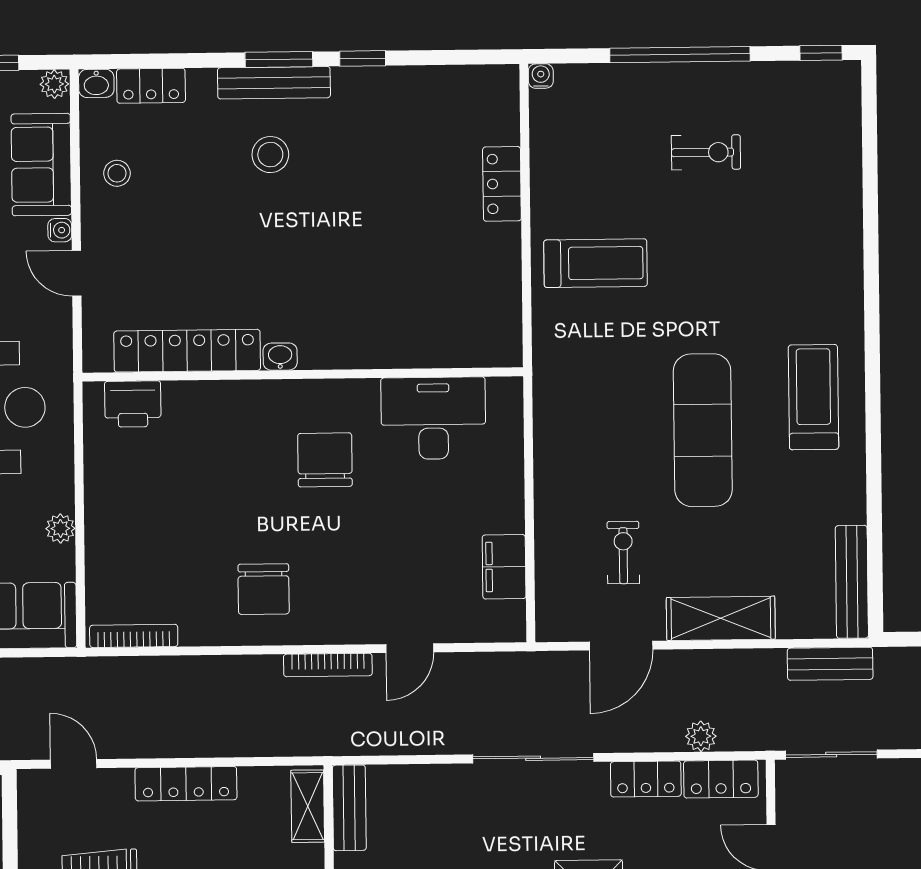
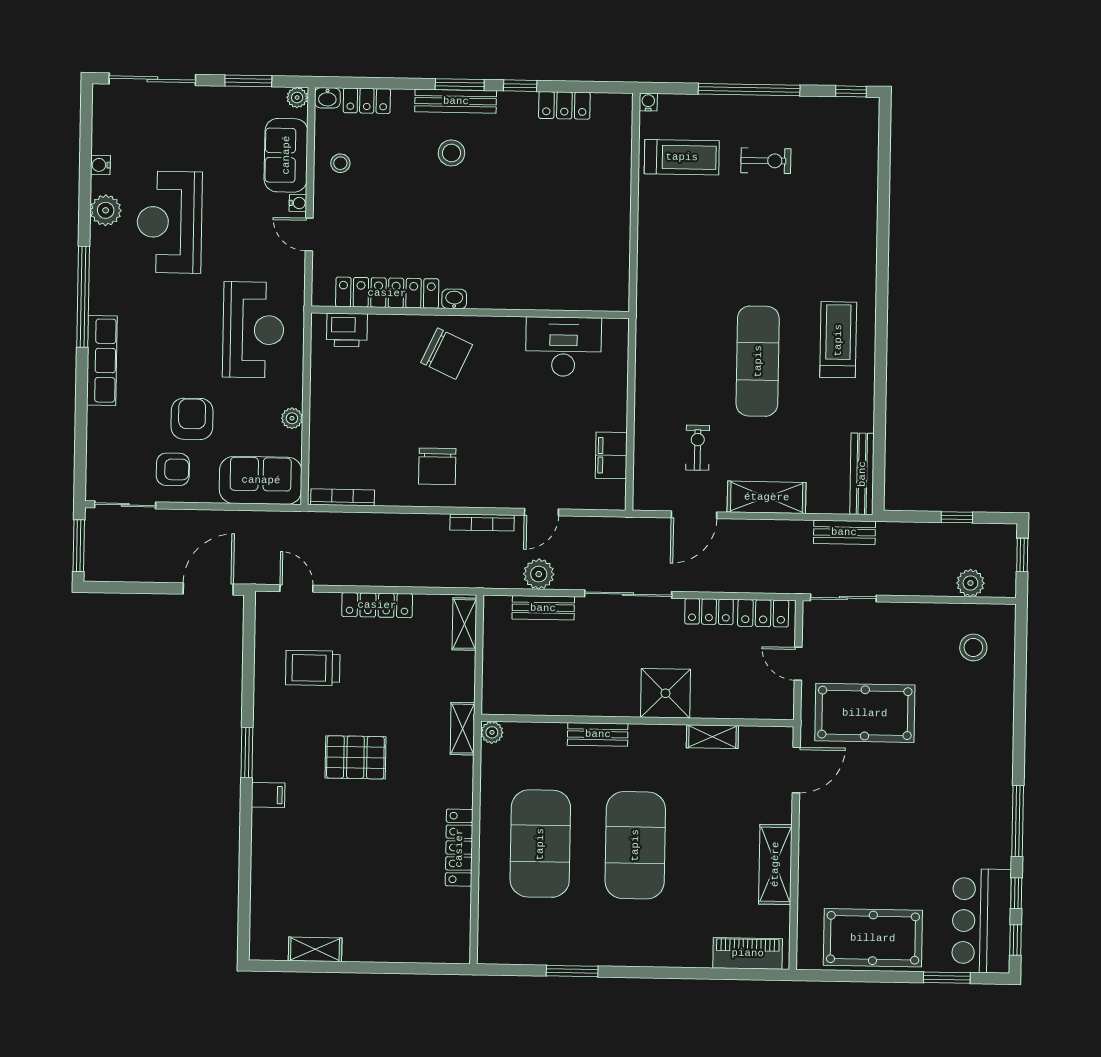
locker: (502, 184) -> (564, 105), moved, turned -90
treadmill: (596, 263) -> (682, 157), moved
chair: (325, 460) -> (447, 354), moved, turned 115
plant: (701, 736) -> (539, 574), moved, width x1.38, depth x1.38
bench: (349, 808) -> (543, 608), moved, turned 90

